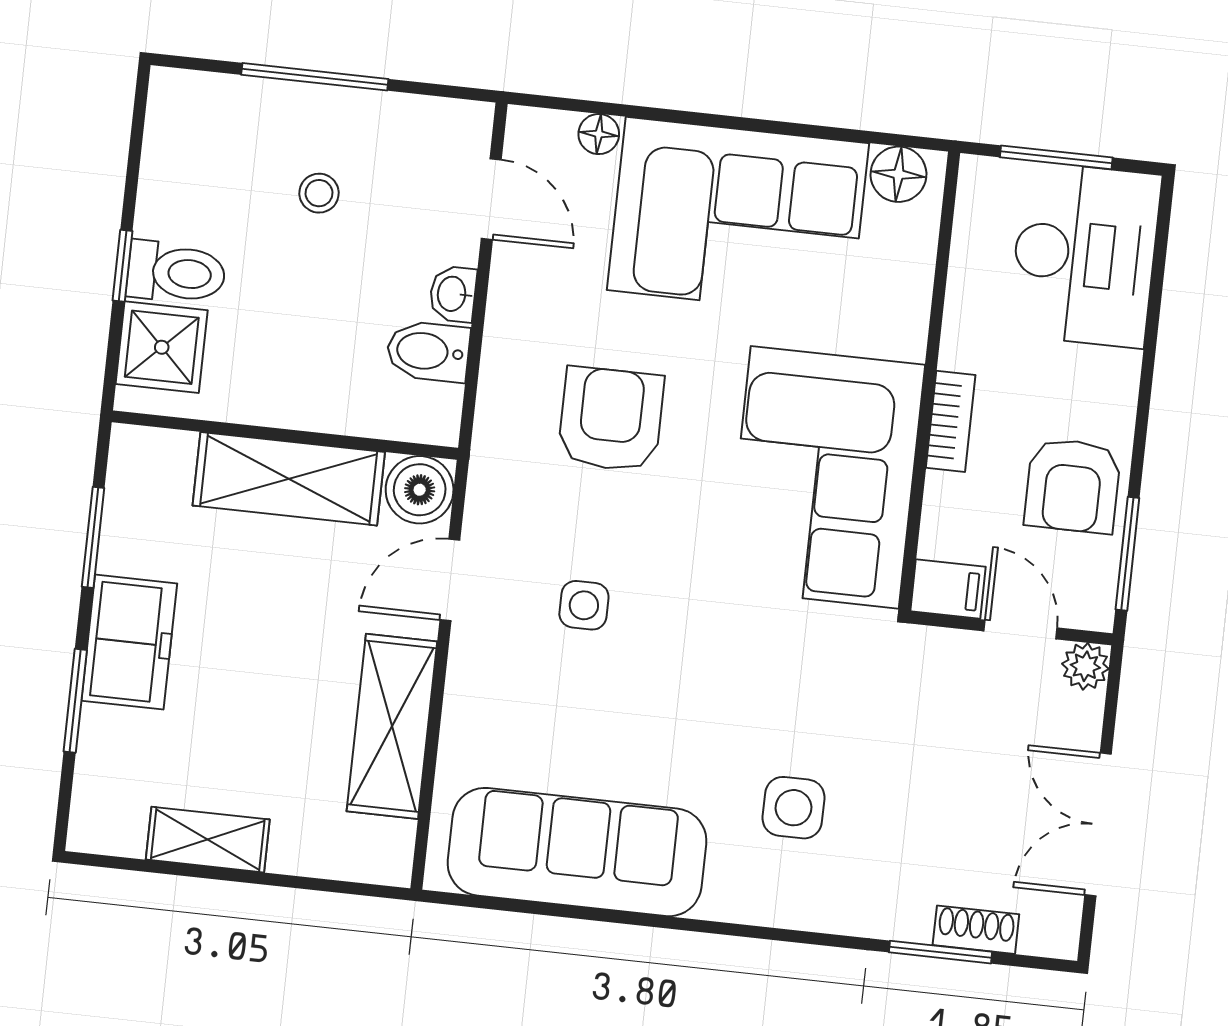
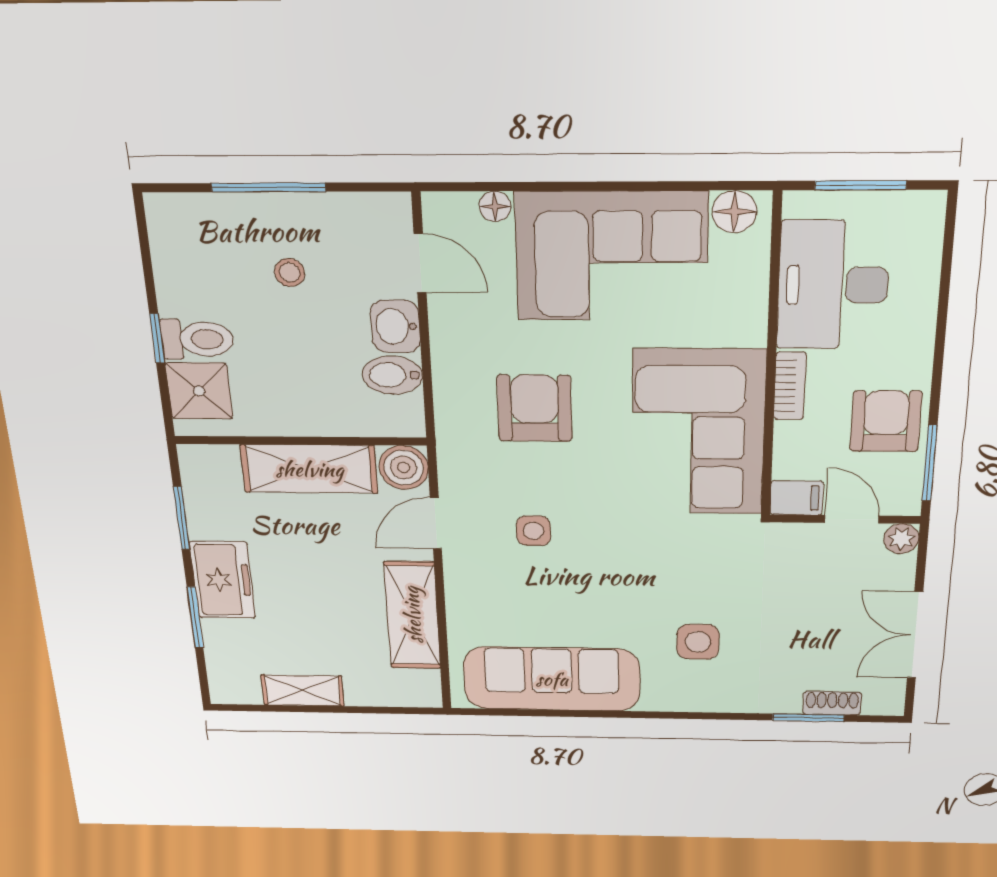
desk: (1085, 255) -> (833, 285), moved, turned 180
washbasin: (453, 294) -> (396, 326), width x1.38, depth x1.45
armchair: (1073, 486) -> (886, 421), turned 180

